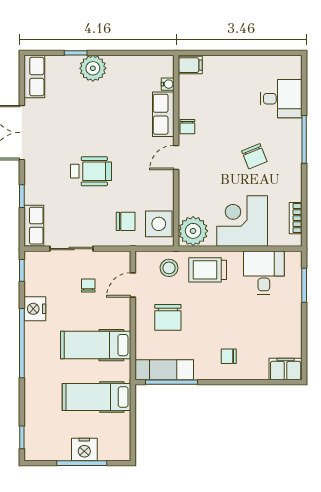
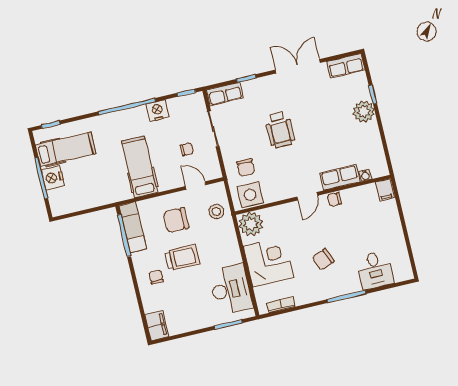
door: (176, 157) -> (307, 196), swing flipped
trolley: (208, 270) -> (182, 257), moved, turned 90
desk: (264, 273) -> (231, 289), width x1.37
hospital bed: (97, 397) -> (66, 149), moved, turned 90

